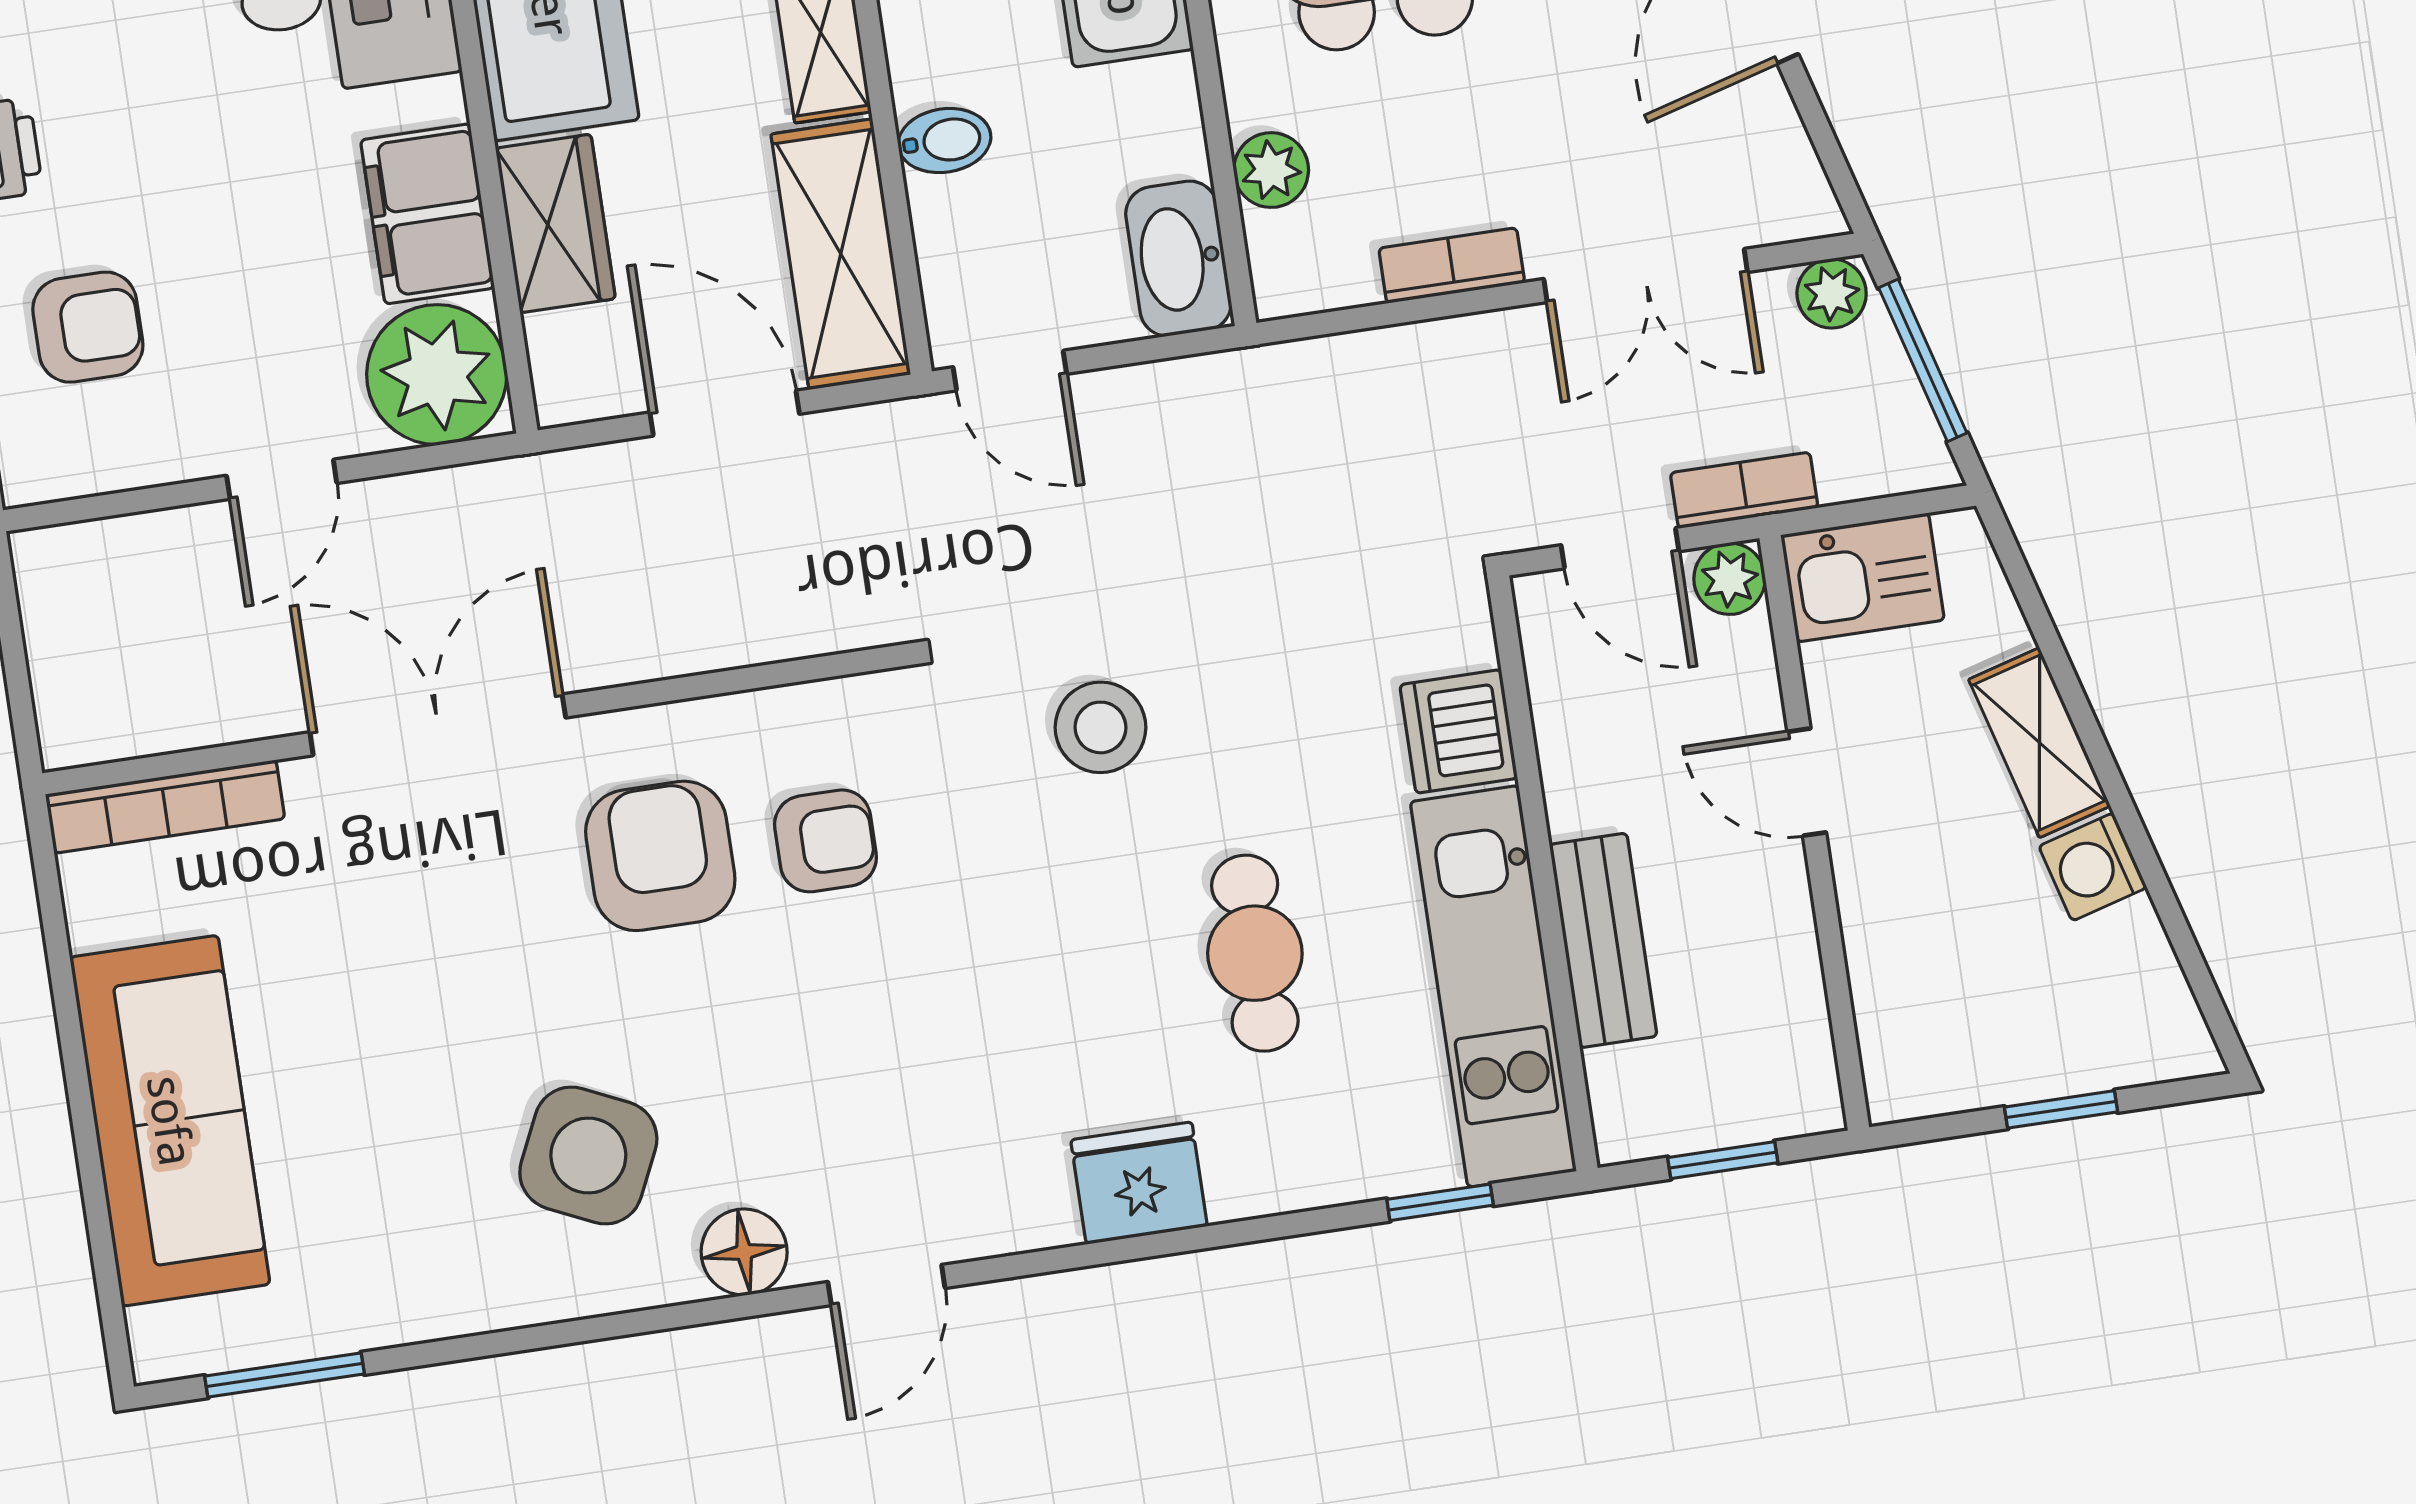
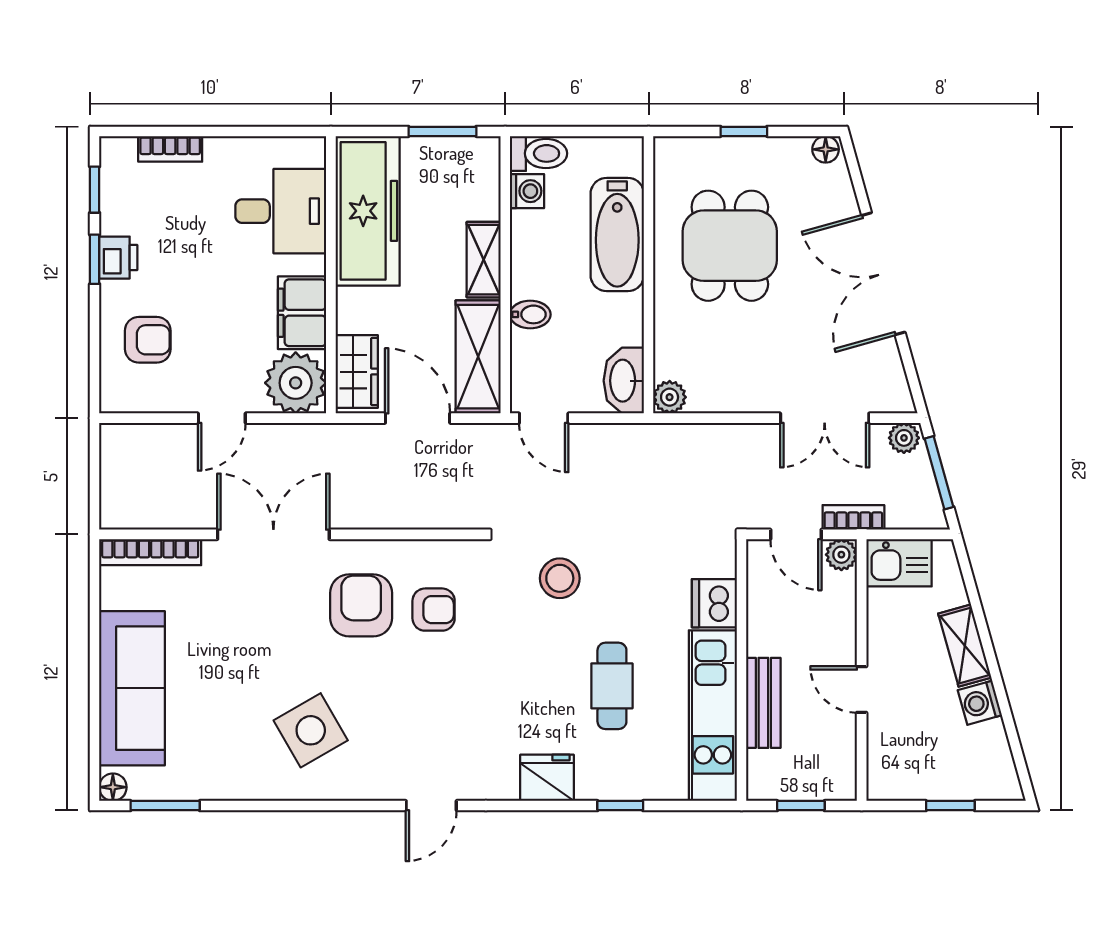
plant: (1271, 170) -> (670, 397), moved
wardrobe: (555, 224) -> (357, 372), moved
bookcase: (1452, 266) -> (741, 401), removed
door: (1807, 782) -> (862, 689), moved
side table: (588, 1156) -> (311, 730), turned 35
window: (1440, 1202) -> (620, 806), moved
floor lamp: (744, 1252) -> (113, 787), moved, width x0.73, depth x0.73

